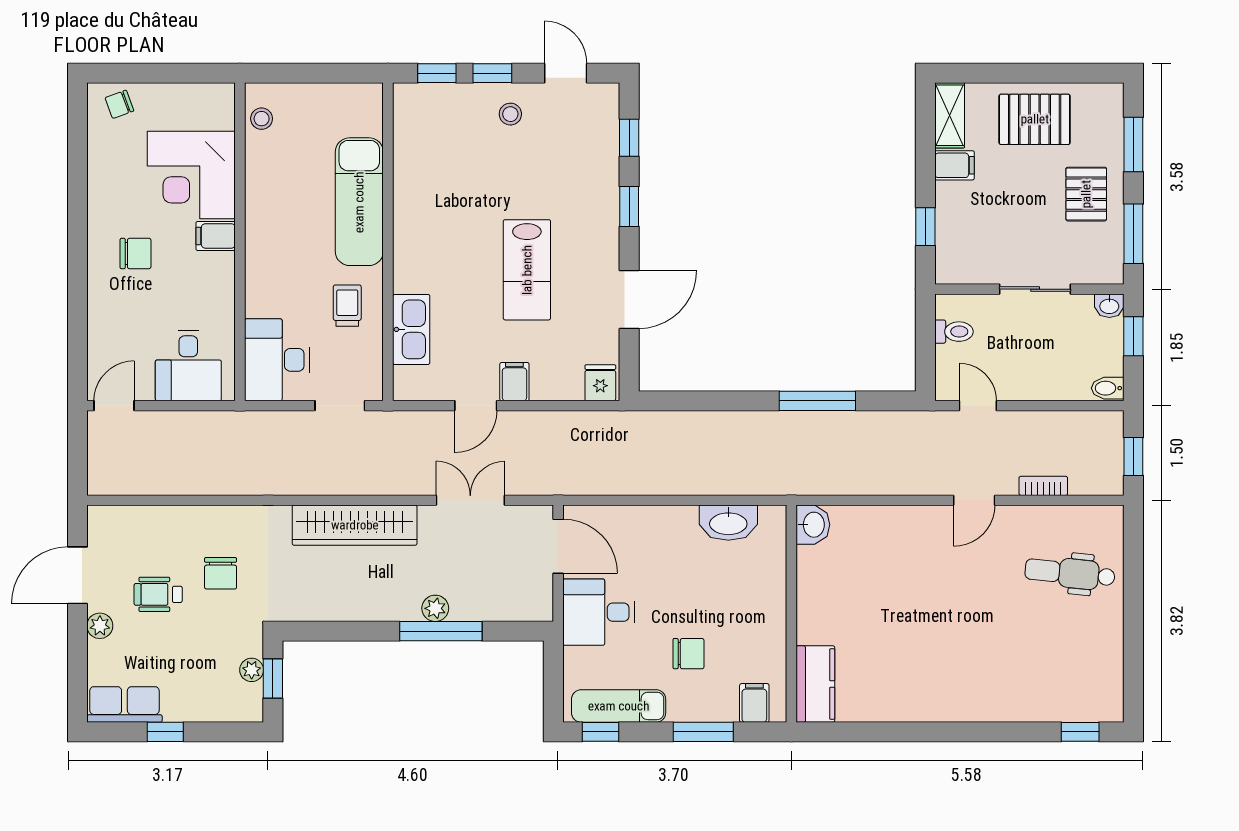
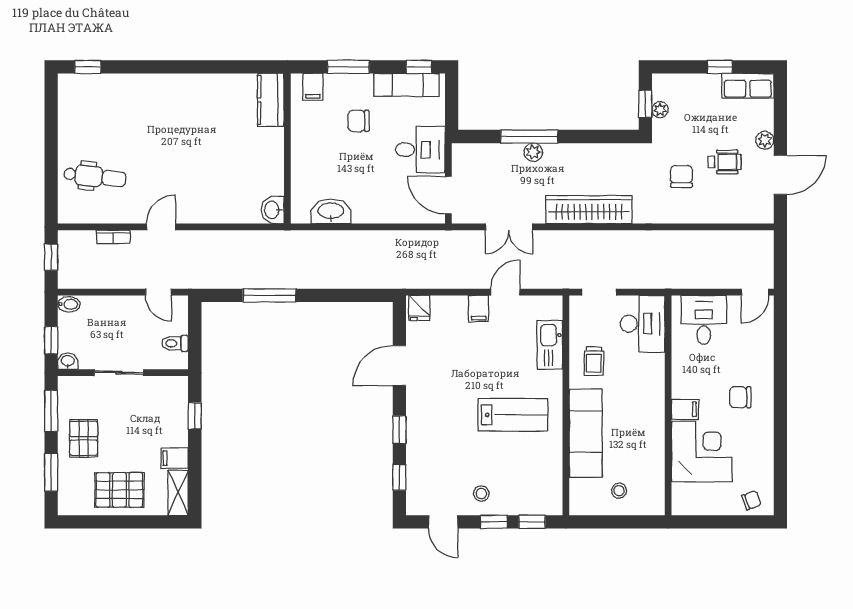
stool: (262, 119) -> (619, 491), moved
lab bench: (527, 270) -> (513, 415), moved, turned 90

